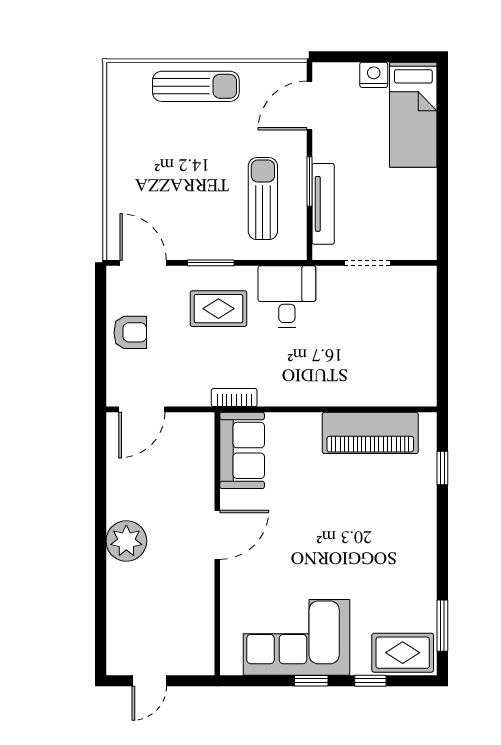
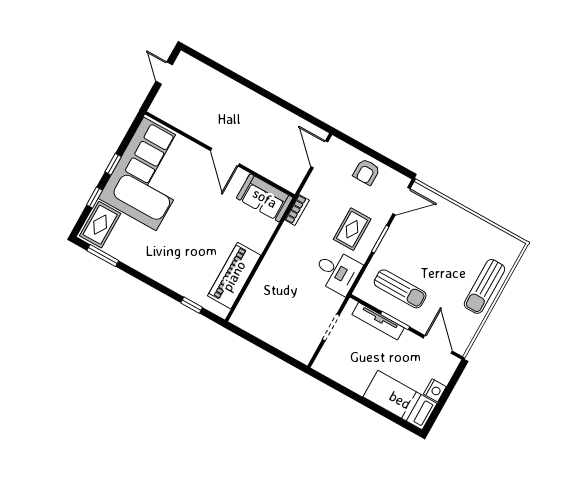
plant: (126, 541) -> (250, 104), removed
corner sofa: (296, 637) -> (150, 174), width x1.36, depth x1.36

